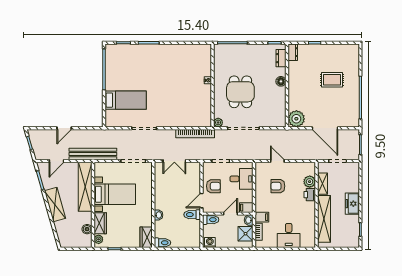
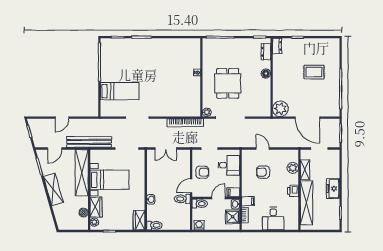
printer: (310, 195) -> (293, 191), moved

